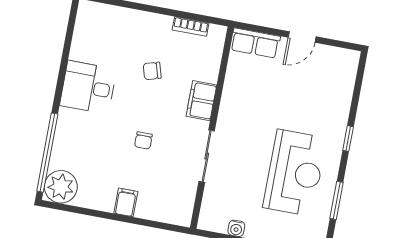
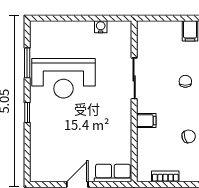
filing cabinet: (201, 101) -> (146, 121), width x0.50
reception desk: (295, 173) -> (63, 78), turned -90

